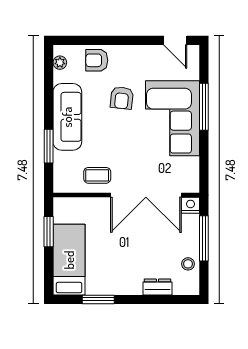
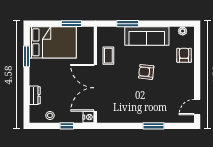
armchair: (122, 98) -> (146, 72), moved
window: (204, 107) -> (153, 126), width x0.69
corner sofa: (173, 118) -> (146, 105), removed
window: (204, 238) -> (67, 126), width x0.46
bed: (69, 260) -> (53, 42), width x1.50

